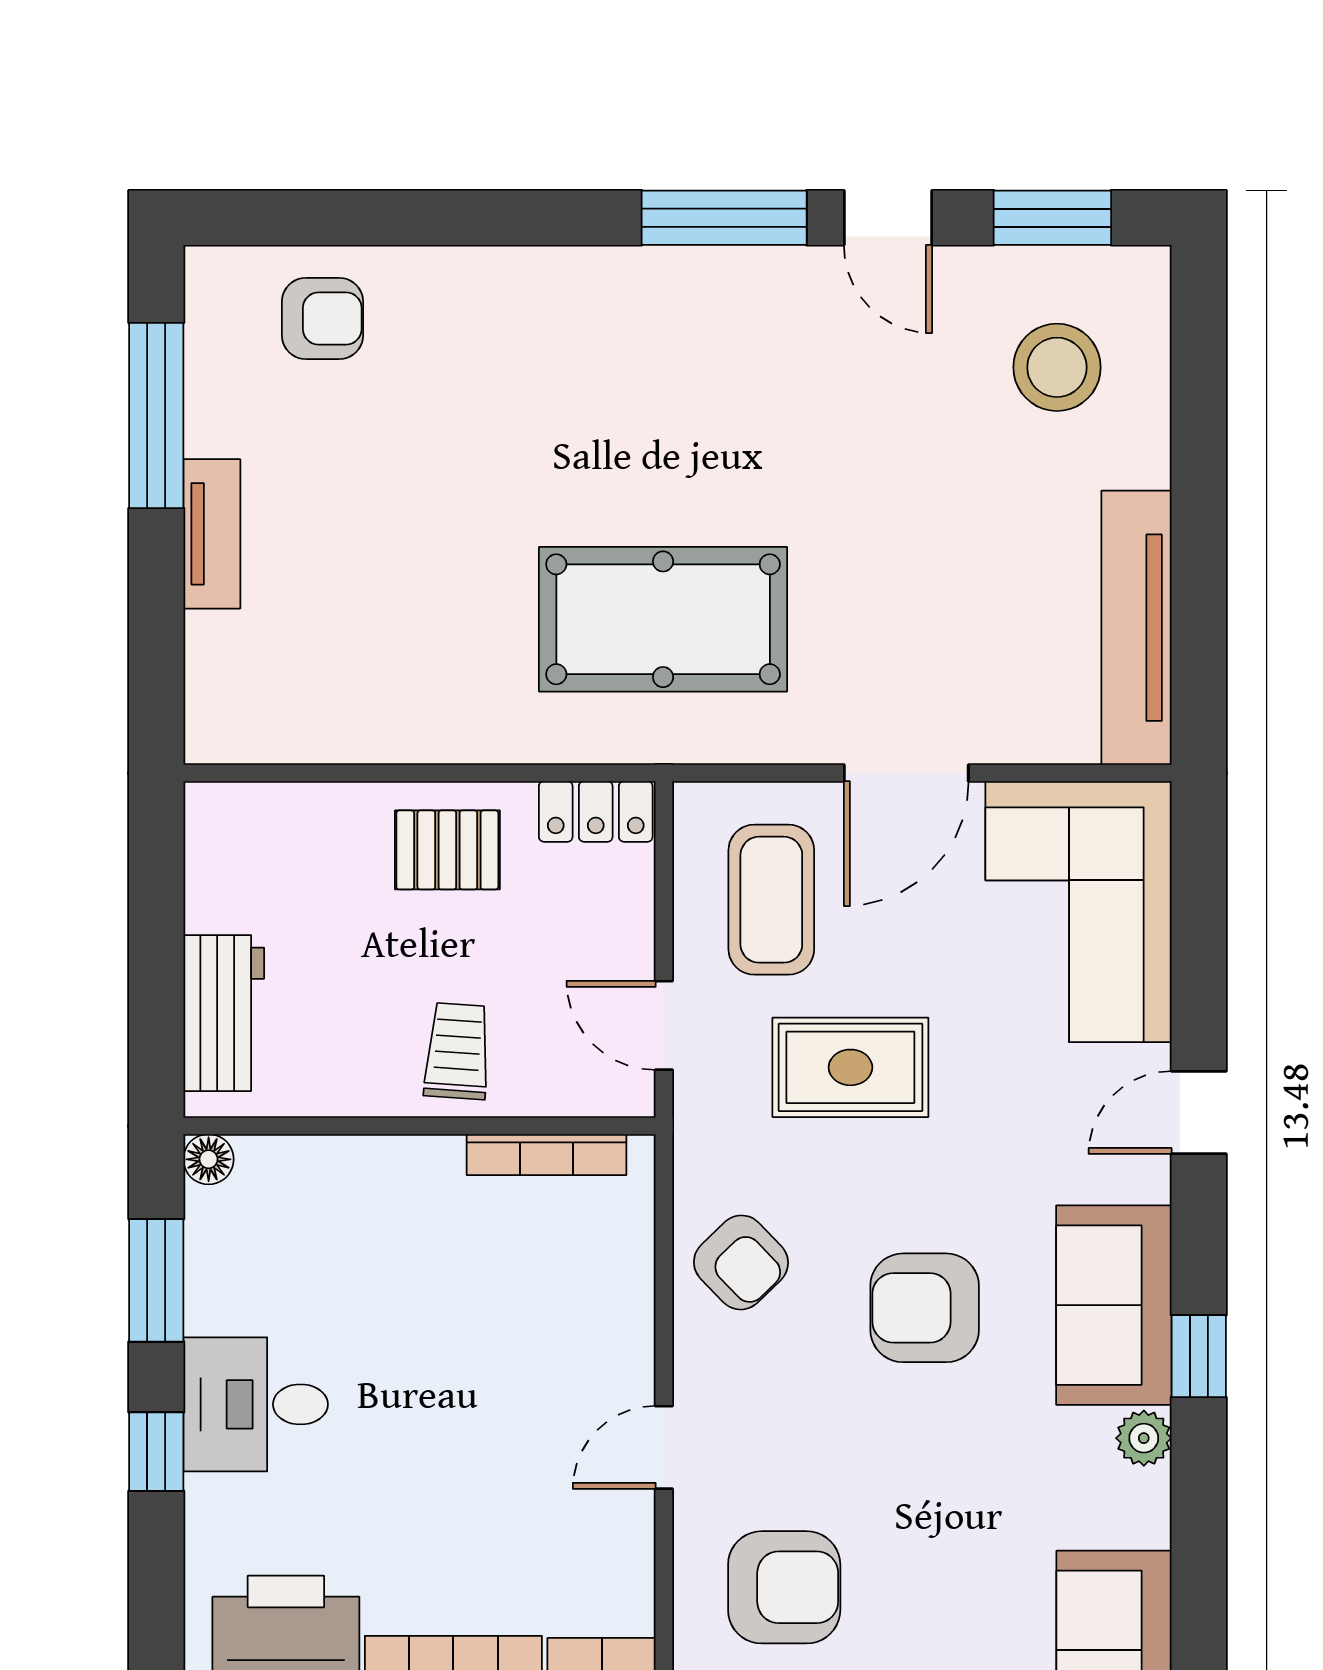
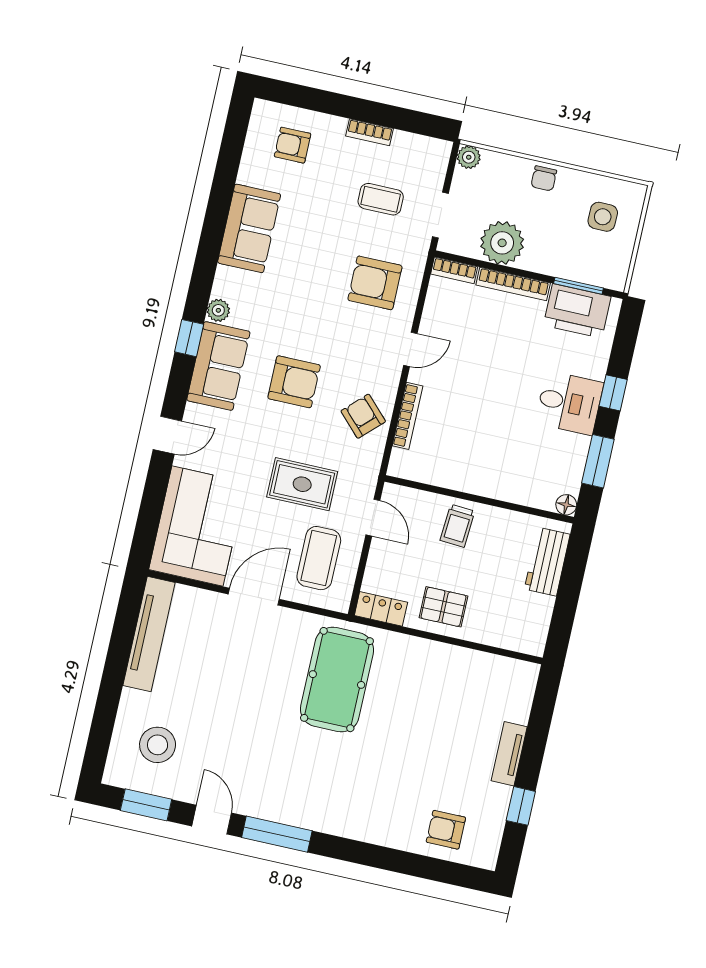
window: (156, 415) -> (521, 806), width x0.46
pool table: (663, 619) -> (337, 680), turned 90
bookcase: (546, 1155) -> (408, 416), moved, turned 90

